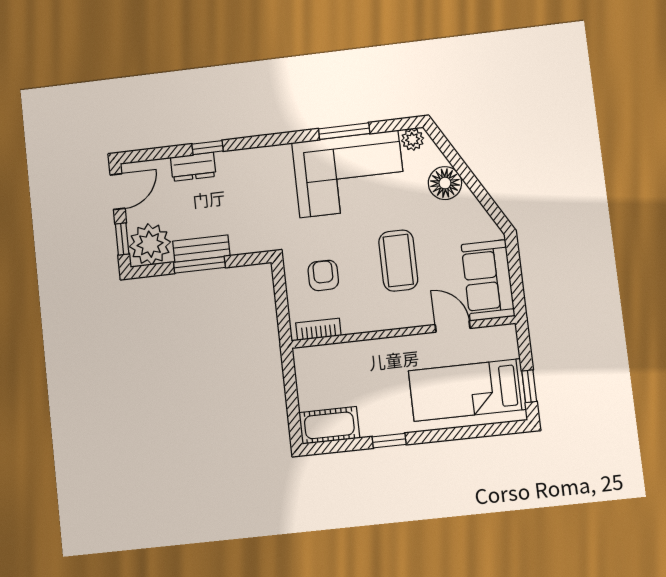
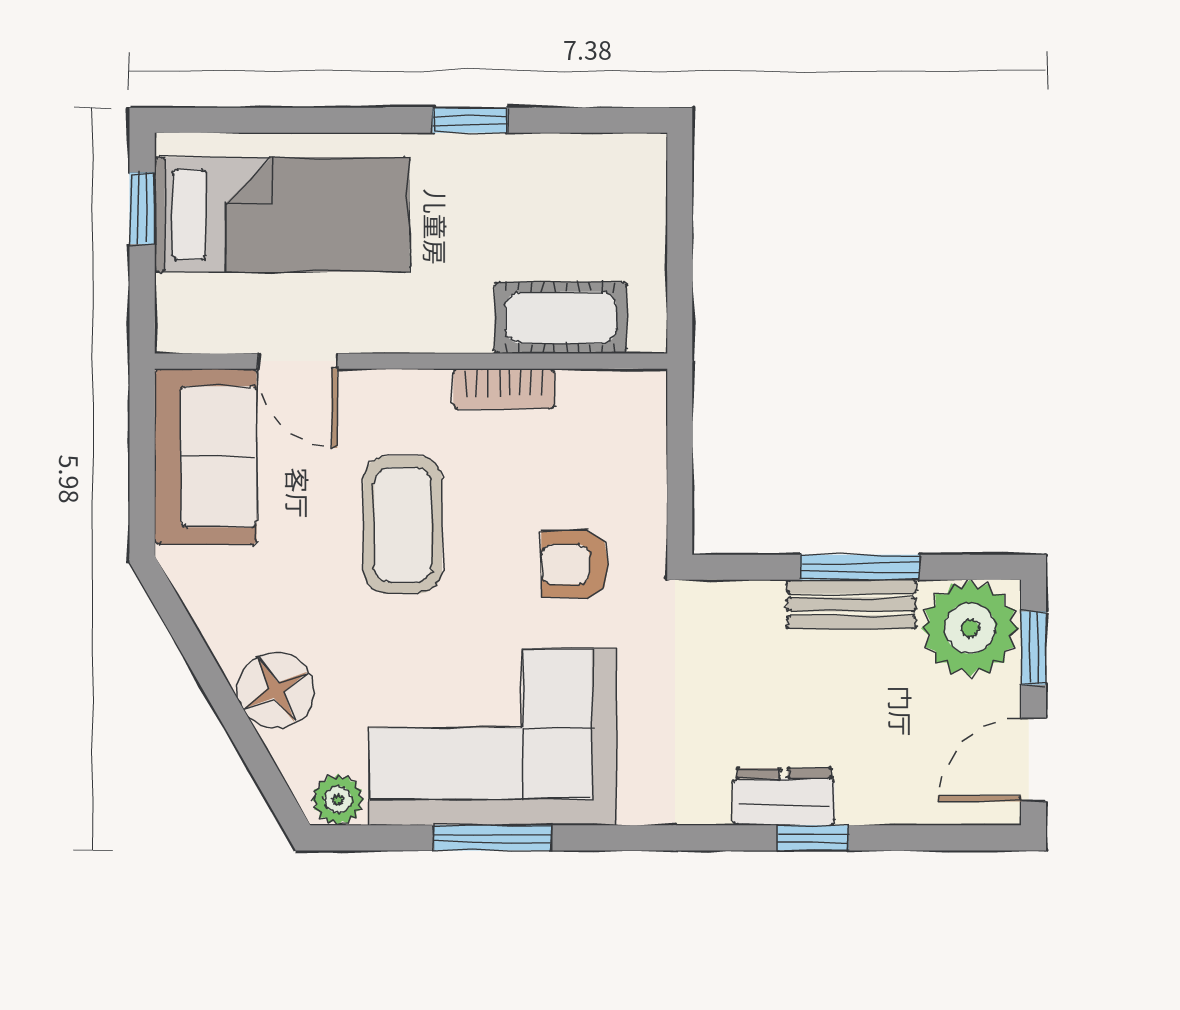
dresser: (193, 167) -> (784, 797), moved
armchair: (323, 275) -> (575, 564), moved, turned 90
bookcase: (318, 329) -> (504, 389), moved
cot: (329, 425) -> (561, 318), moved

